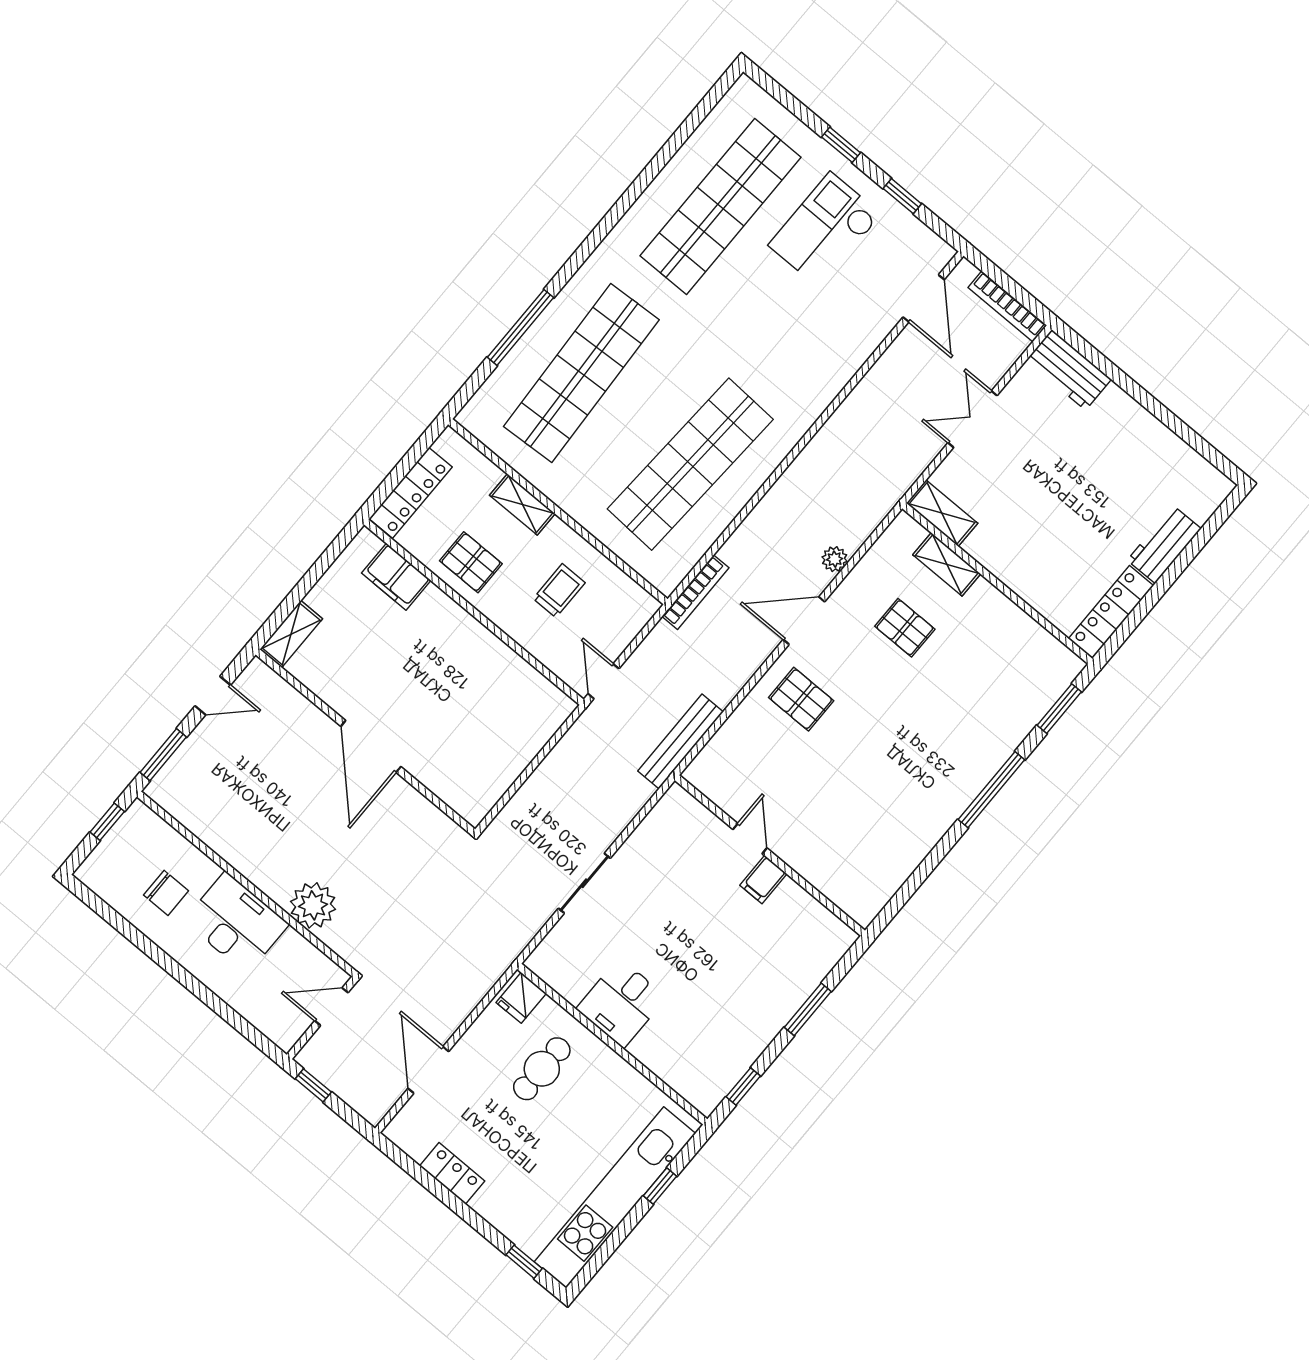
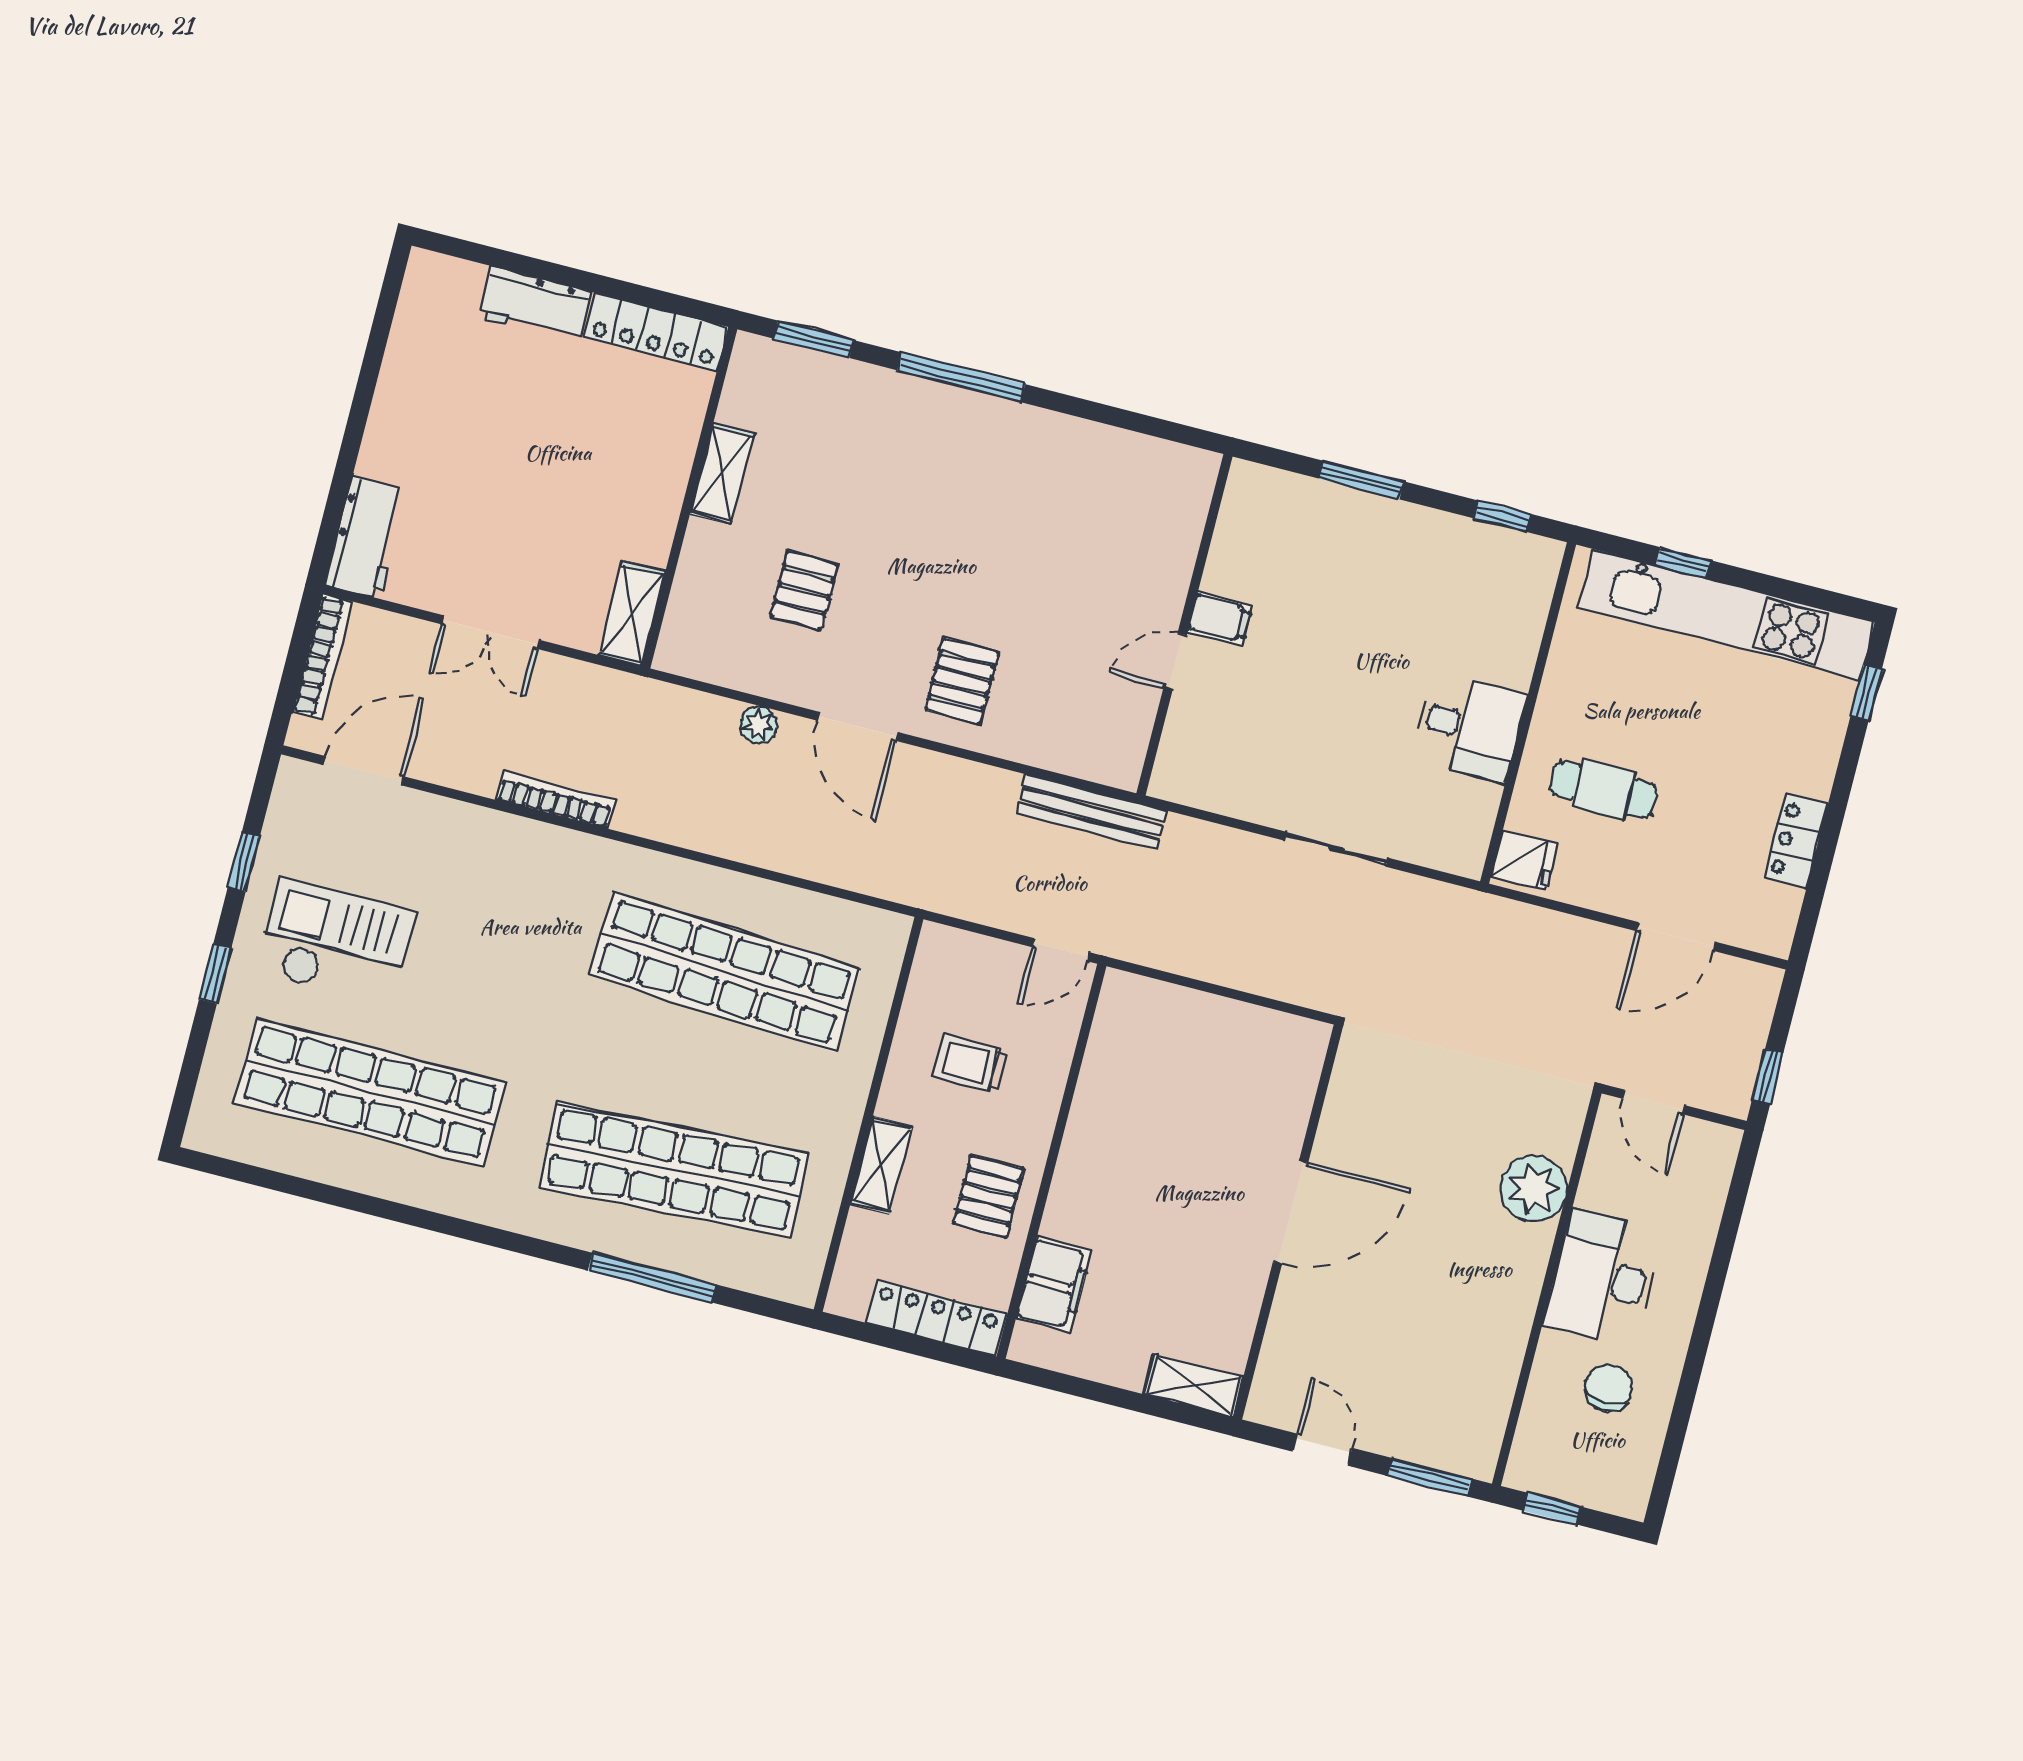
checkout: (825, 230) -> (336, 942), turned 180
shelving: (947, 564) -> (722, 474), moved
bookcase: (695, 592) -> (555, 800), moved

